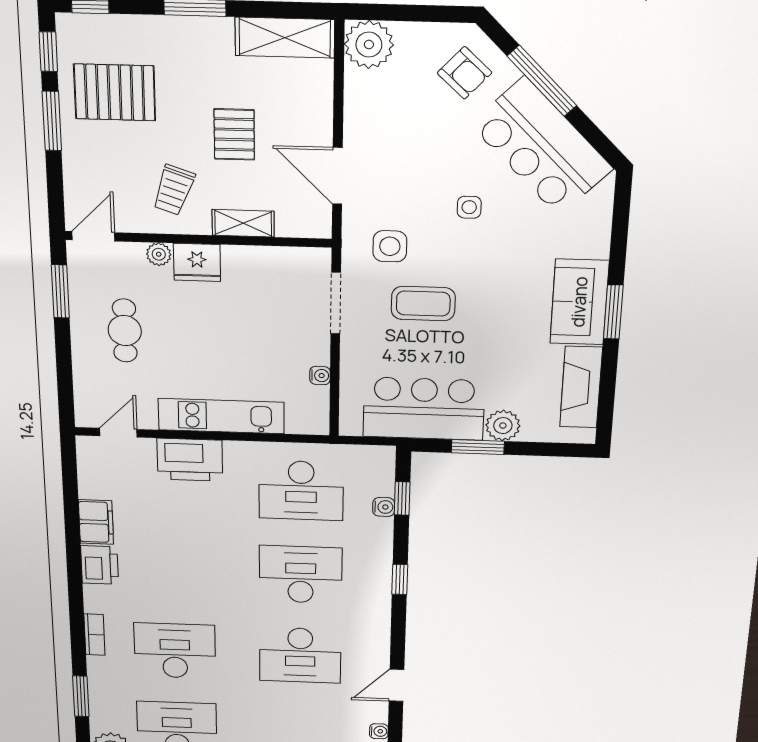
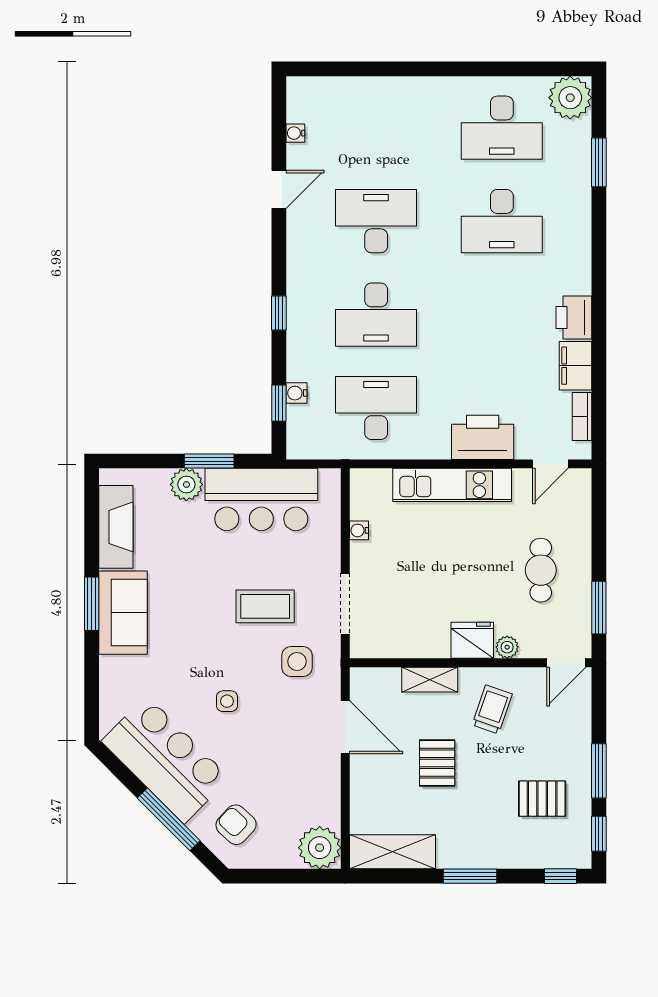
pallet: (115, 92) -> (542, 799), width x0.67, depth x0.71
bookcase: (94, 635) -> (582, 416), moved

